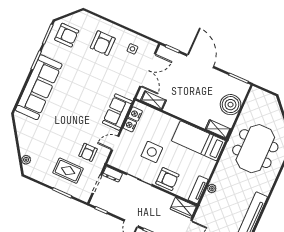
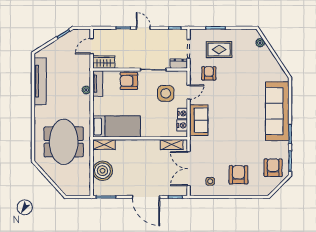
armchair: (67, 35) -> (273, 168), turned 90
side table: (152, 152) -> (166, 93), moved

